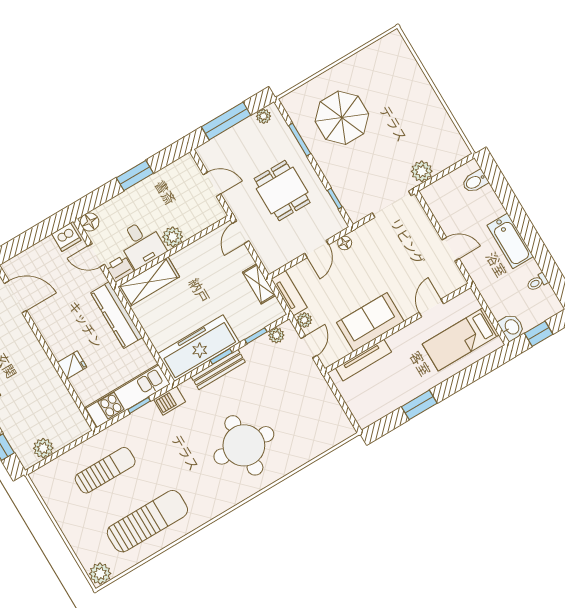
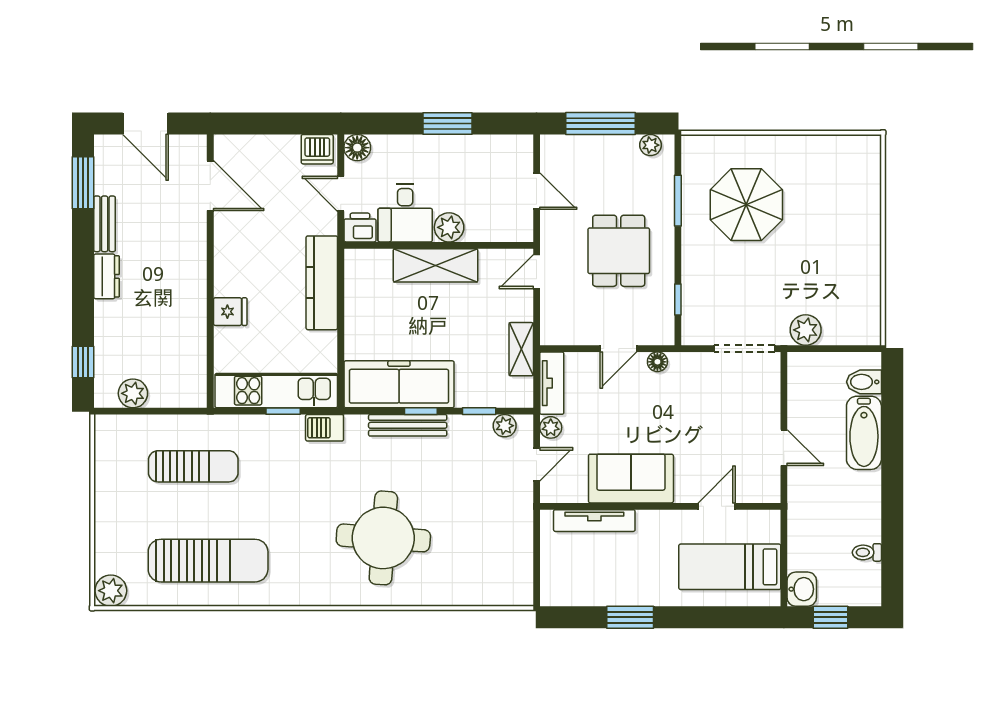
bathtub: (510, 241) -> (864, 433), moved
shelving: (149, 282) -> (436, 265), moved

